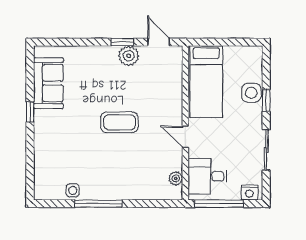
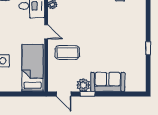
sofa: (48, 83) -> (108, 82), moved, turned 90
coffee table: (119, 122) -> (67, 53), moved

